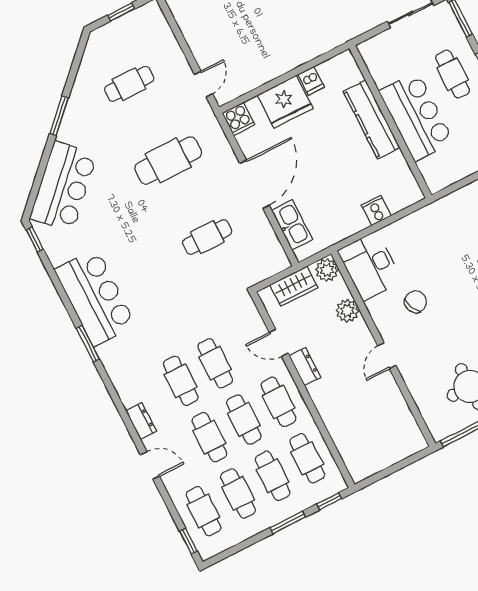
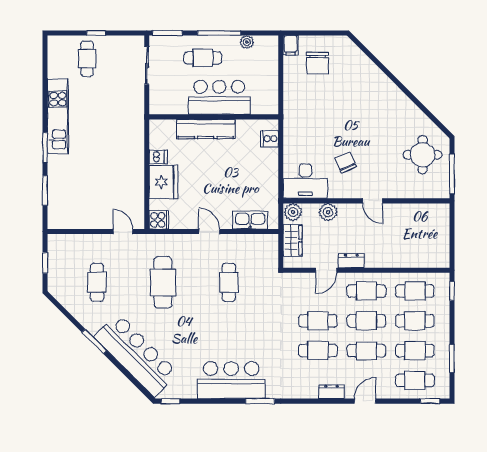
door: (255, 184) -> (209, 232), width x0.53
bar counter: (63, 186) -> (136, 355), width x1.36
cooker: (376, 210) -> (270, 139), moved
window: (288, 522) -> (452, 358), moved

